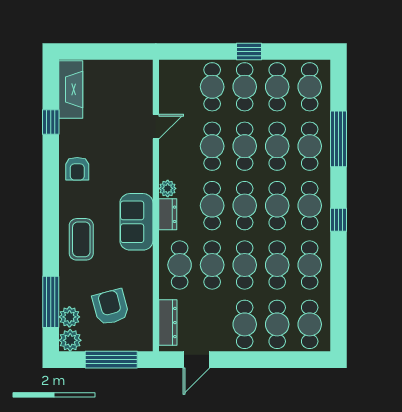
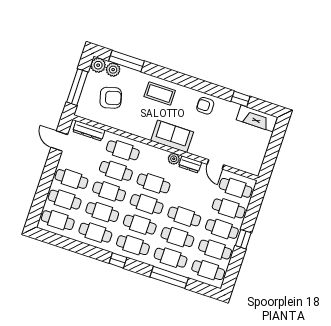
cafe table: (212, 146) -> (236, 188), moved
dresser: (168, 214) -> (190, 164), moved
sofa: (136, 222) -> (172, 136), moved

